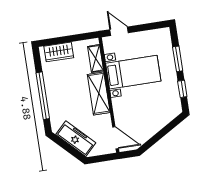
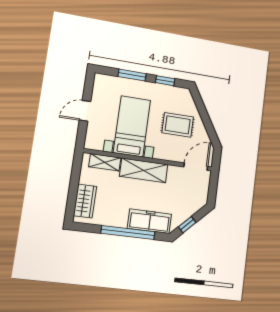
door: (119, 31) -> (85, 111), moved
rug: (147, 111) -> (178, 125), added
freezer: (76, 139) -> (150, 221), moved, turned 45
window: (64, 145) -> (187, 225), added

